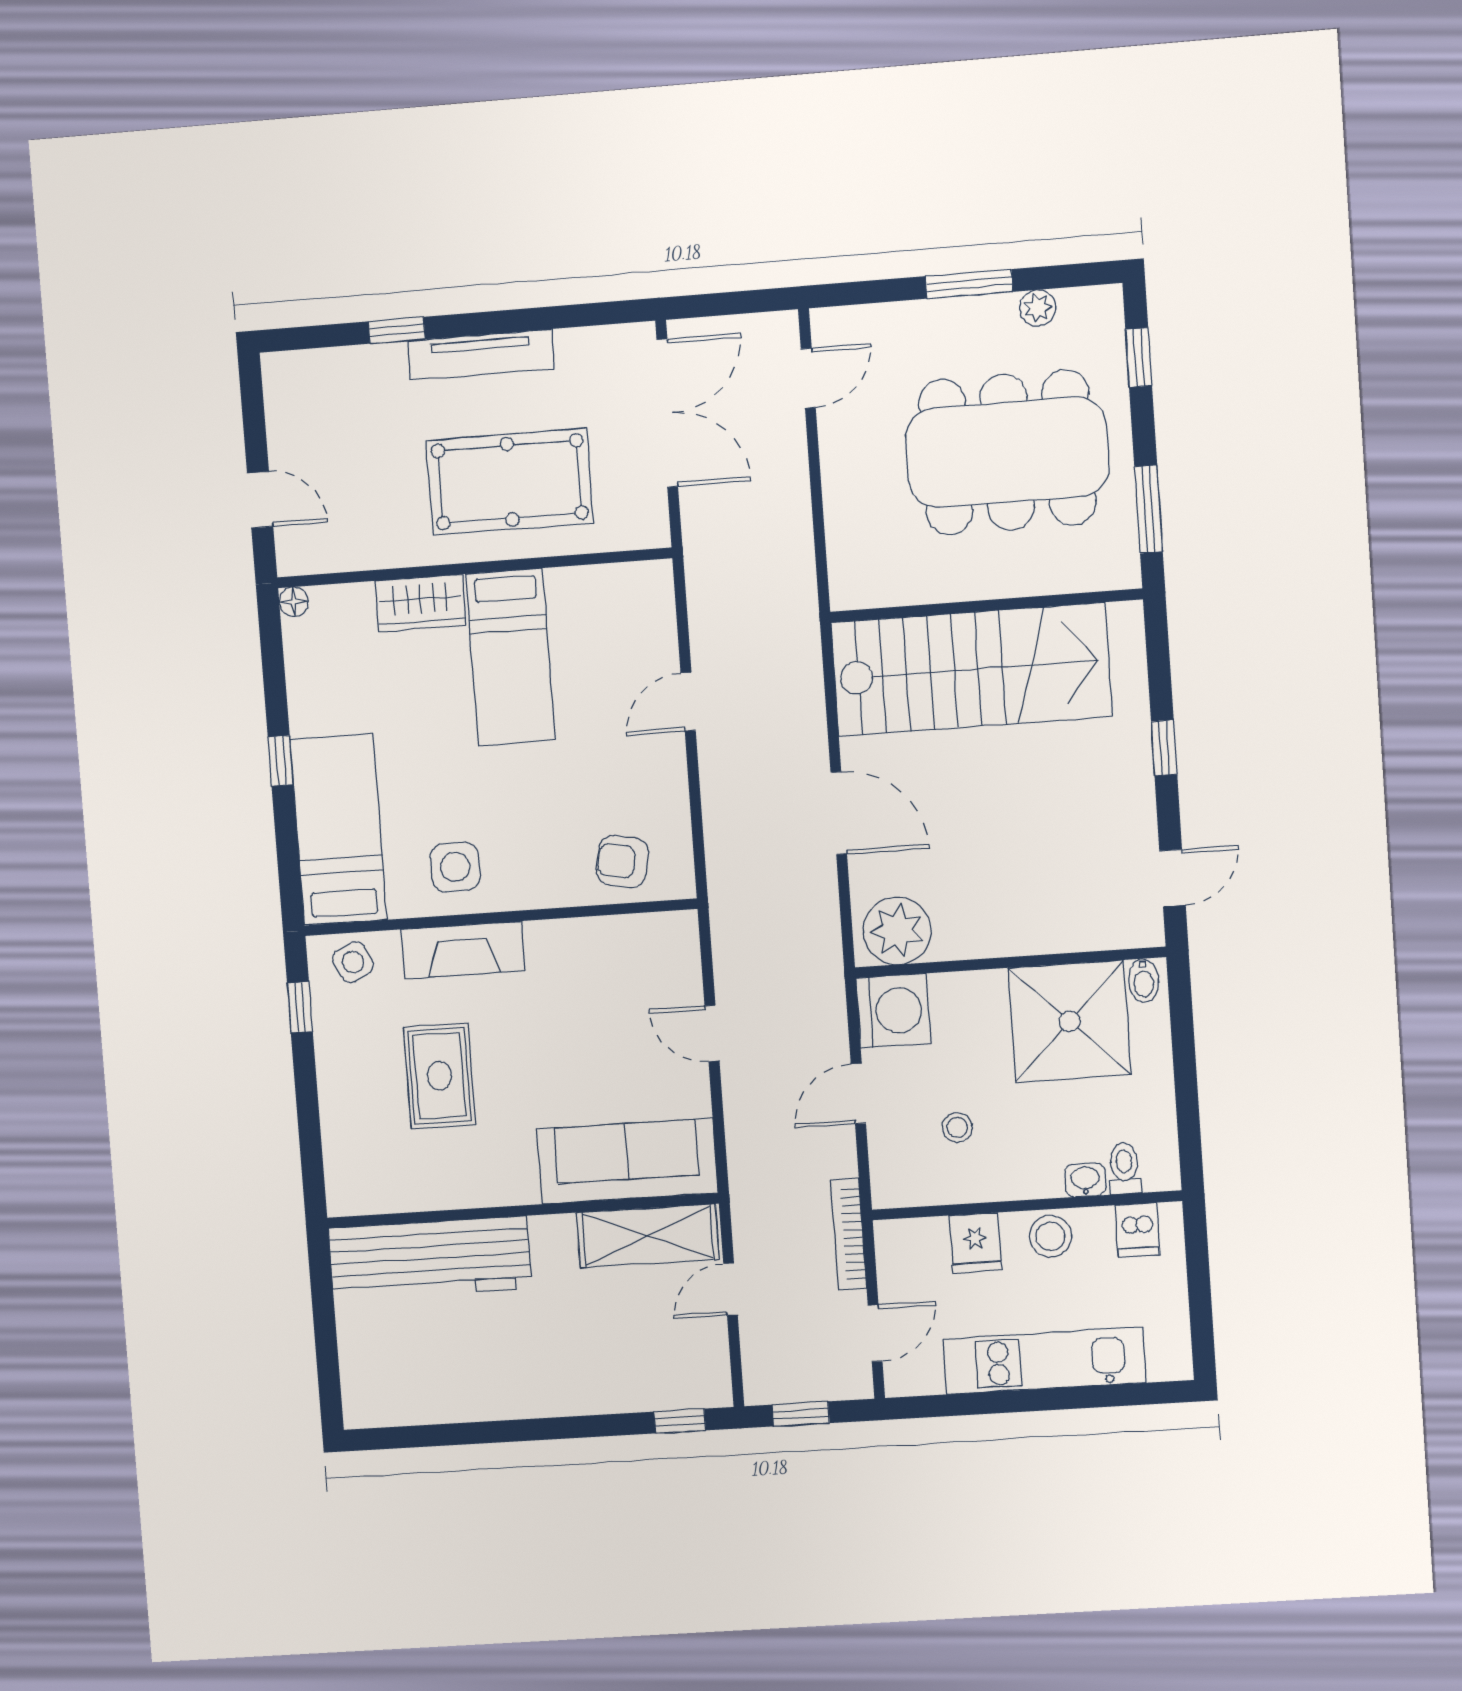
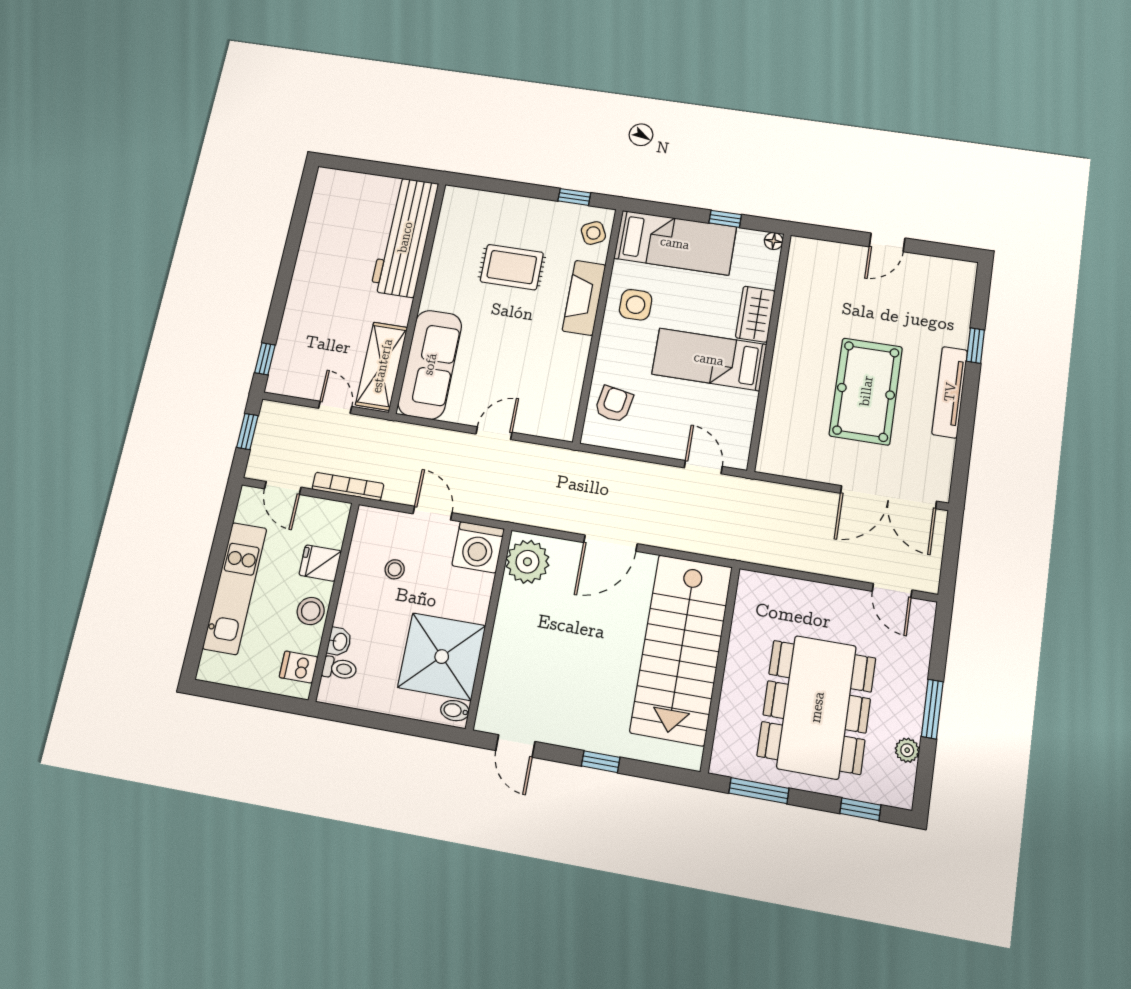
wall: (474, 568) -> (769, 350), moved
floor lamp: (294, 602) -> (774, 241), moved
wardrobe: (421, 603) -> (755, 314), moved
bed: (510, 657) -> (709, 359), moved

